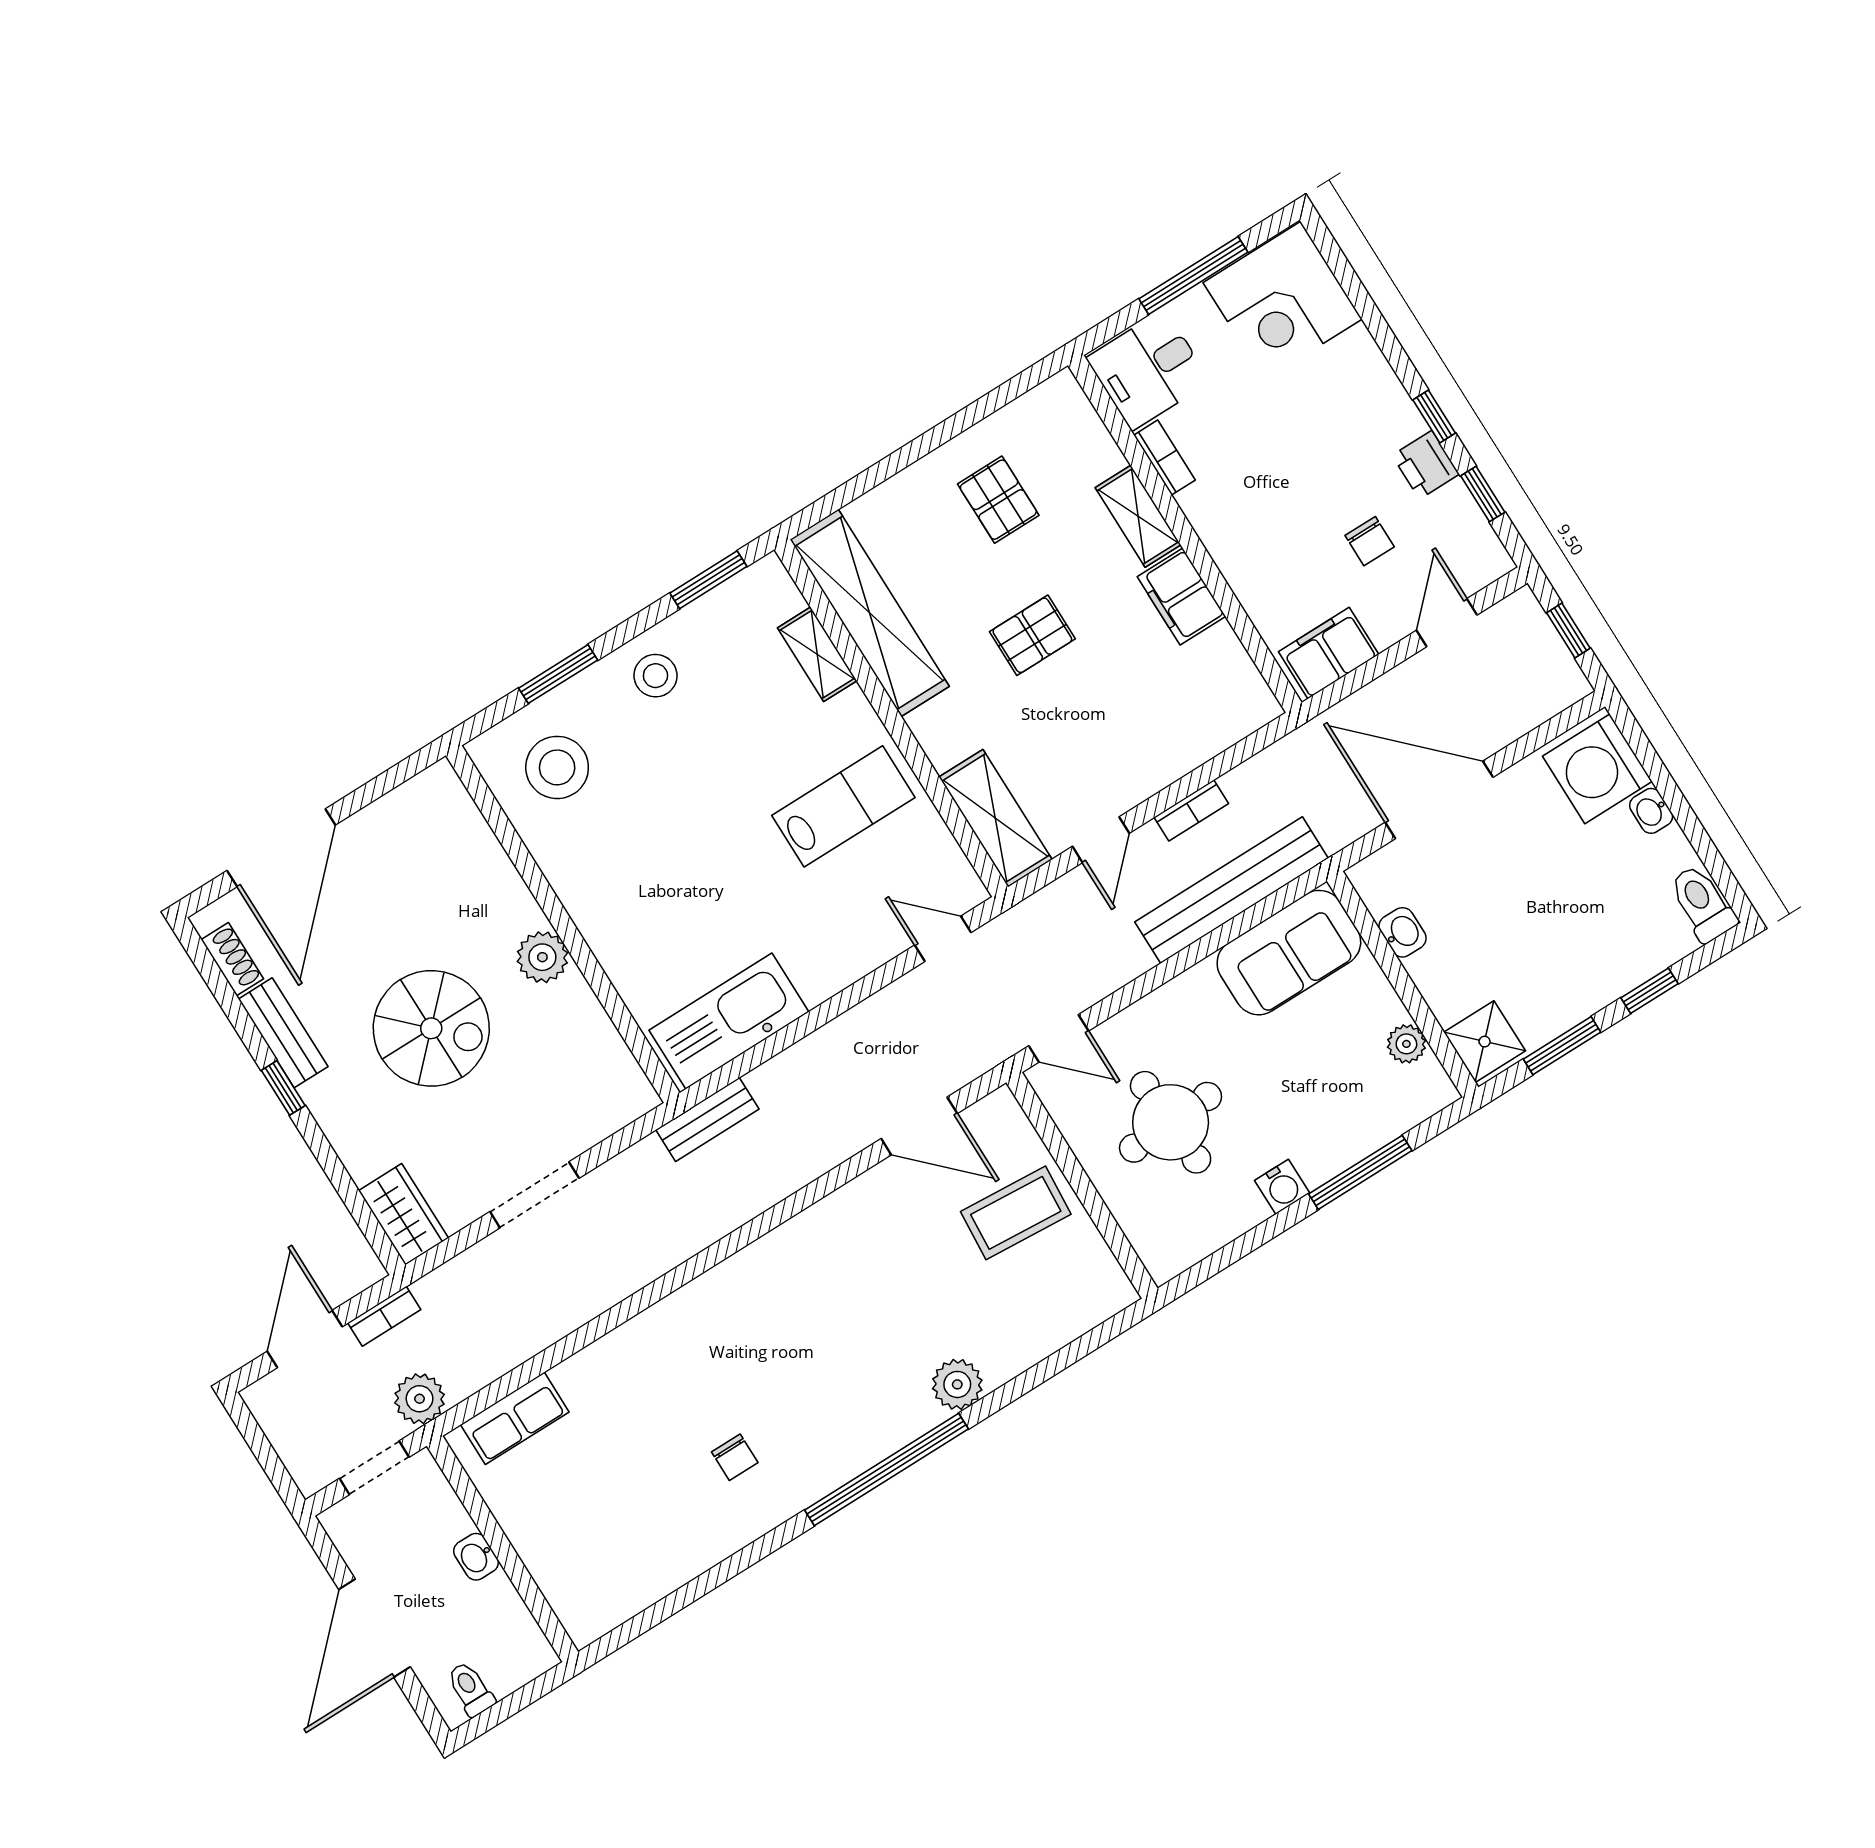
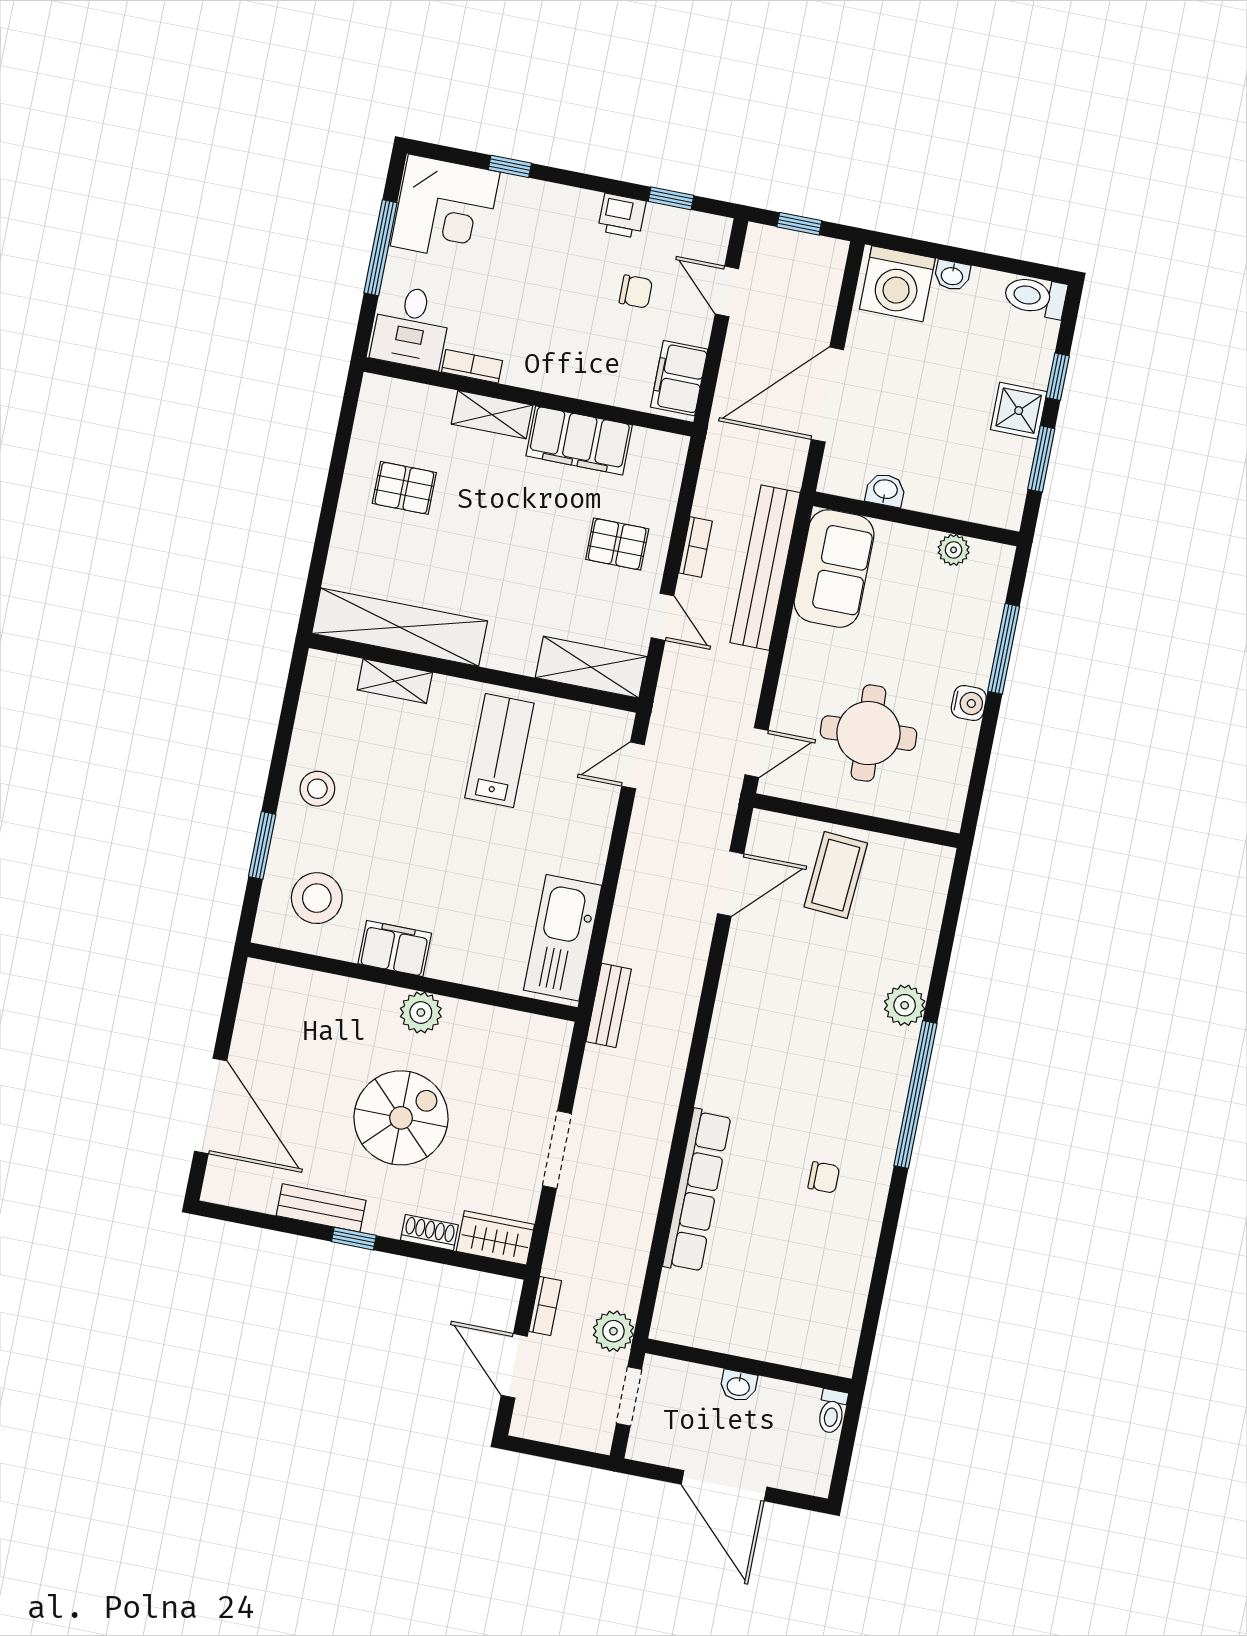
window: (1434, 416) -> (510, 166), moved
window: (708, 580) -> (290, 704), removed
filing cabinet: (1181, 597) -> (579, 440), width x1.50, depth x1.17
pallet: (1032, 635) -> (617, 544), moved, turned 90
filing cabinet: (578, 880) -> (395, 948), added
shoe rack: (232, 959) -> (429, 1233), moved
shower: (1485, 1042) -> (1019, 411), moved
row of seats: (515, 1418) -> (697, 1191), moved, width x2.02
toilet: (470, 1689) -> (832, 1411), moved, turned -90

